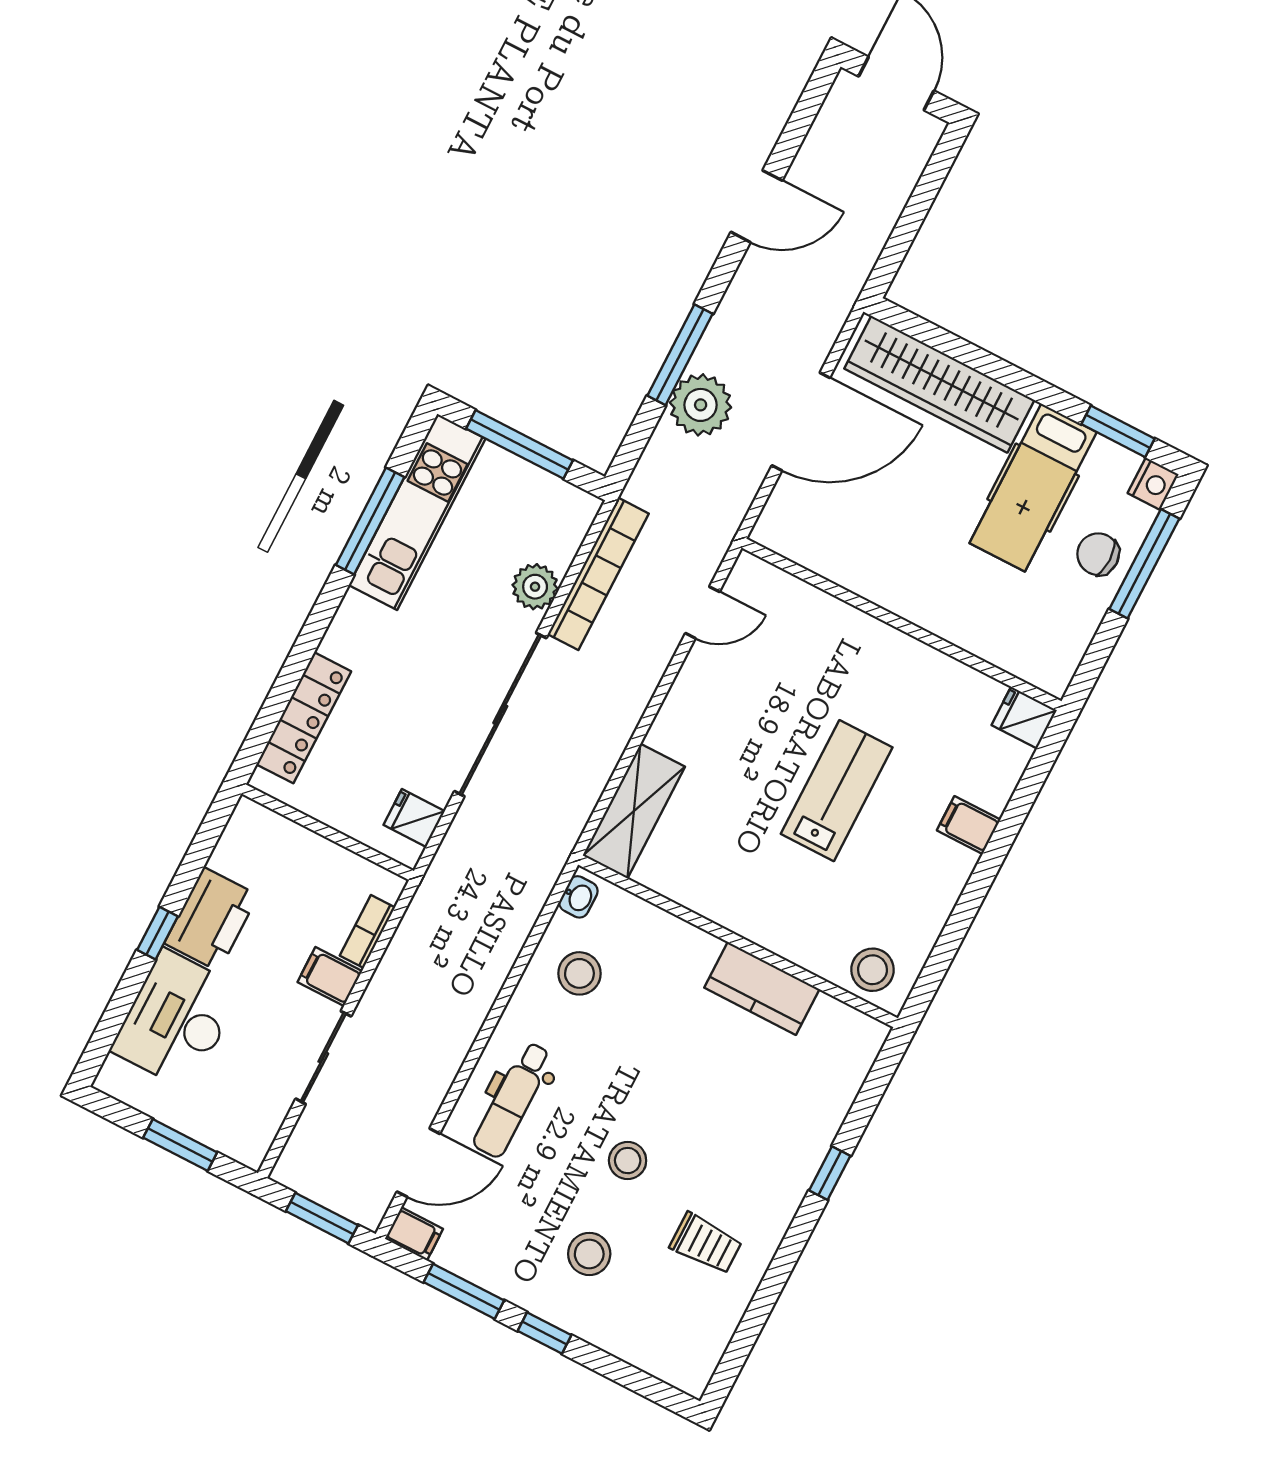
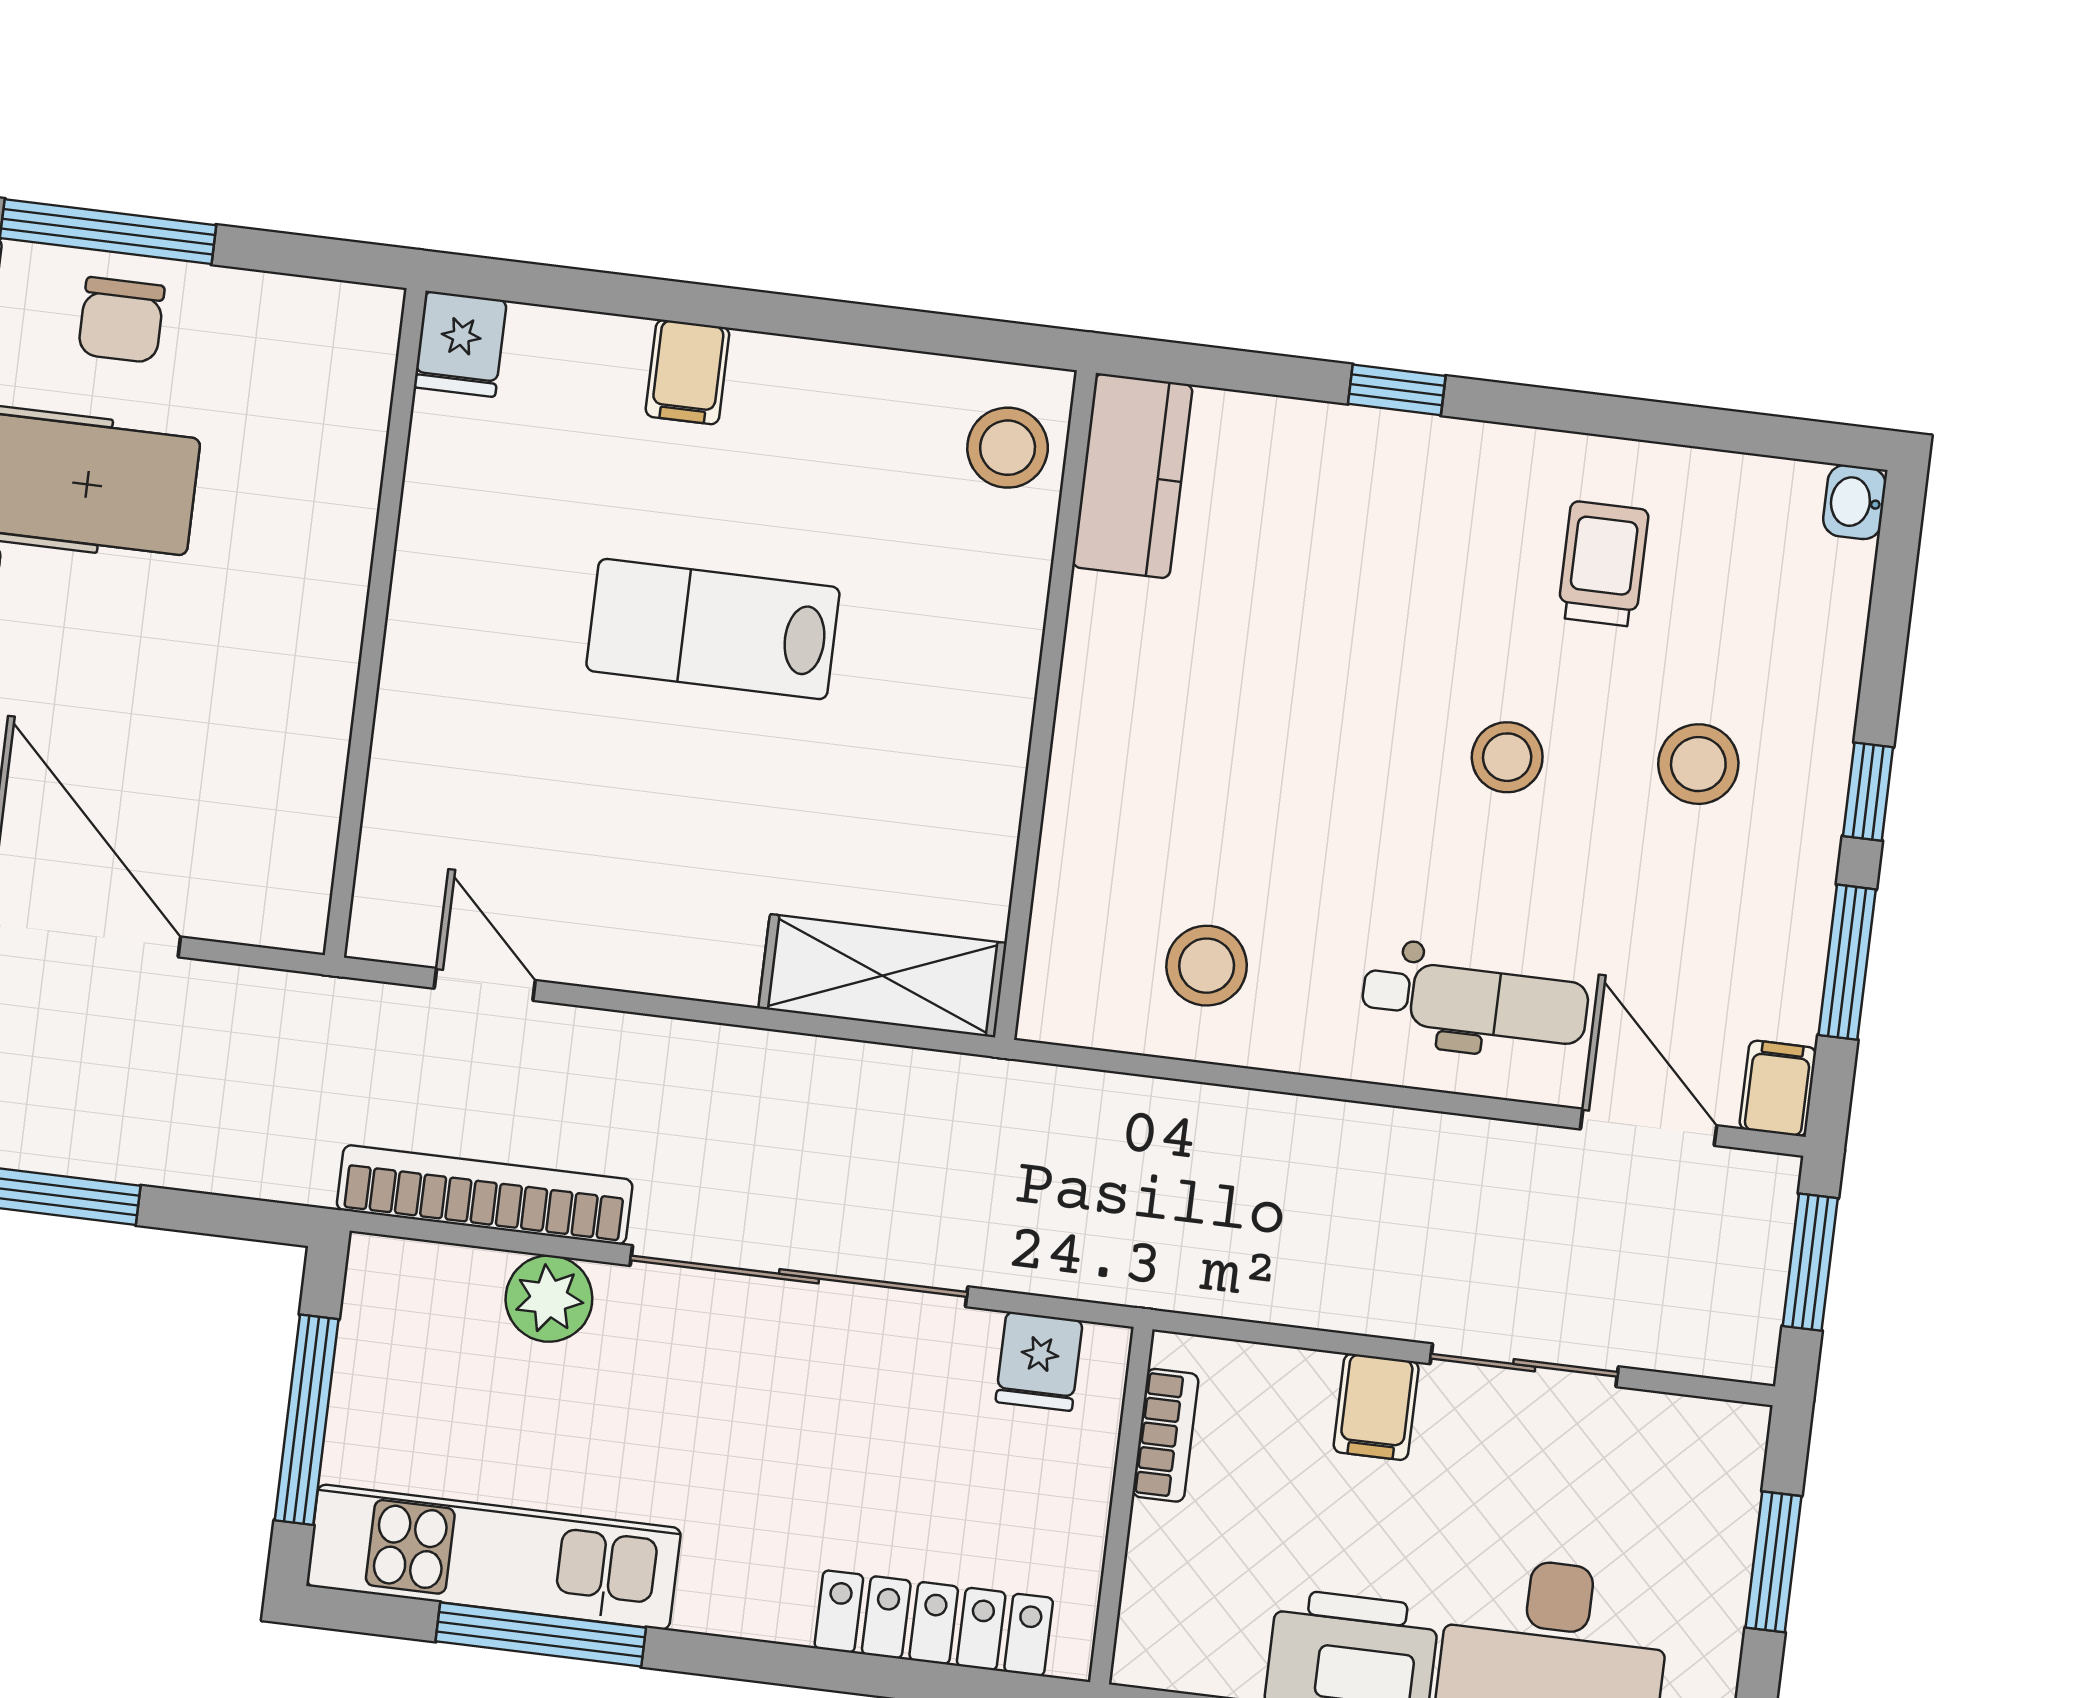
plant: (701, 405) -> (117, 1124), removed
washbasin: (578, 897) -> (1855, 502), moved, turned -90
bookcase: (367, 931) -> (1165, 1435), moved, turned -90
kitchen counter: (762, 988) -> (1132, 476), moved

